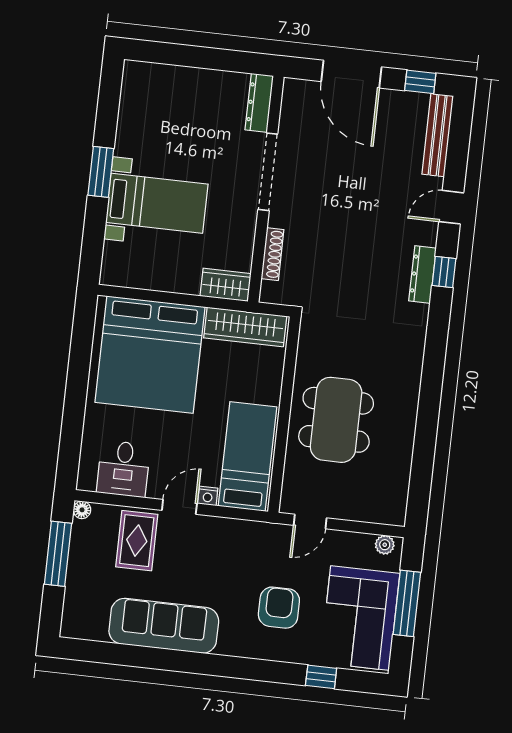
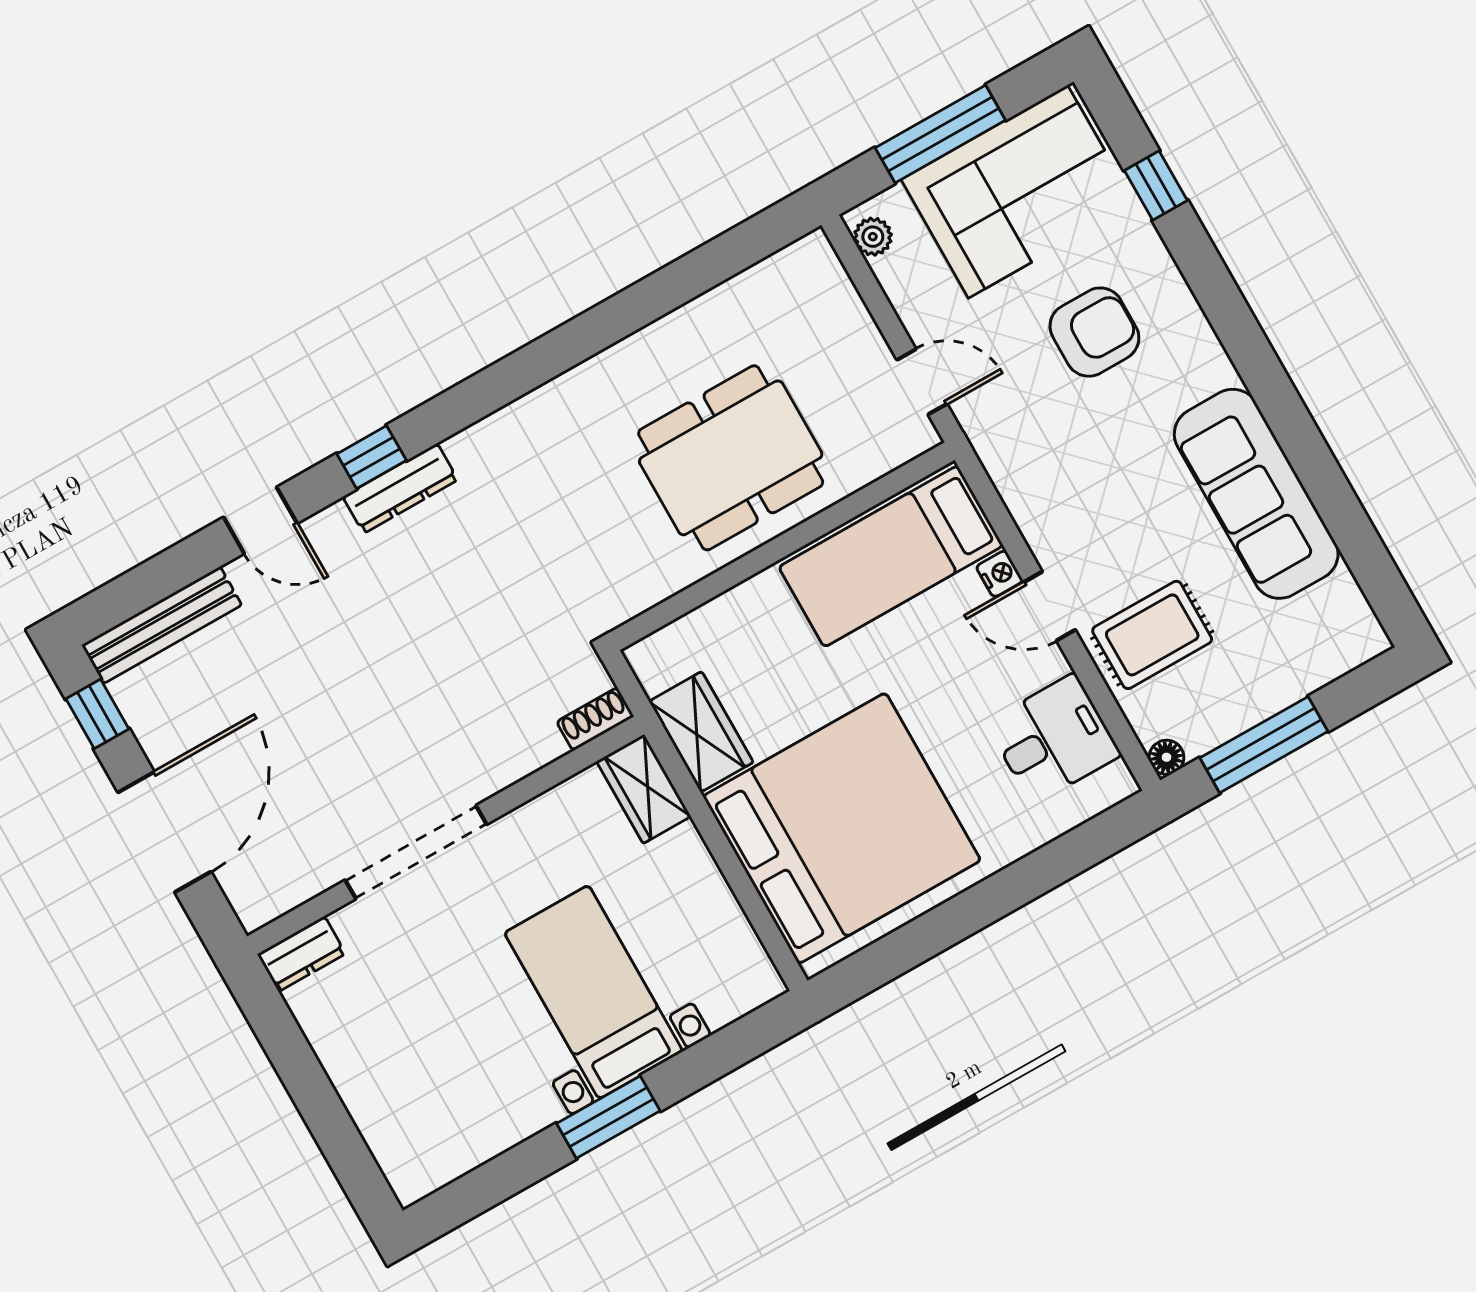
dresser: (259, 103) -> (301, 954), width x0.70
shoe rack: (272, 254) -> (595, 719), moved, width x0.70
wardrobe: (245, 327) -> (701, 732), width x0.67
armchair: (279, 608) -> (1094, 332), turned 180

